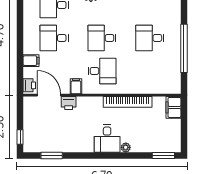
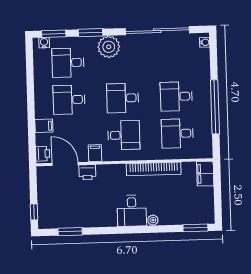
desk: (150, 71) -> (177, 133), added

